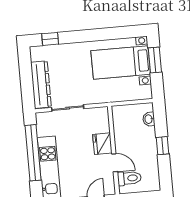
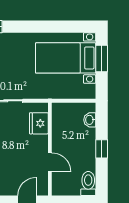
fridge: (102, 144) -> (39, 123), moved
toilet: (129, 178) -> (88, 184), moved, turned -90

